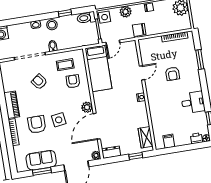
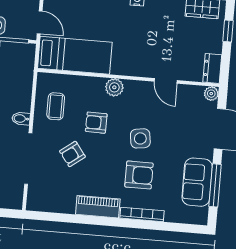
armchair: (73, 81) -> (96, 123), moved
plant: (87, 107) -> (114, 87), moved
armchair: (37, 124) -> (139, 175), turned 180
door: (97, 126) -> (166, 81), width x0.53
window: (42, 171) -> (215, 185), width x1.44

